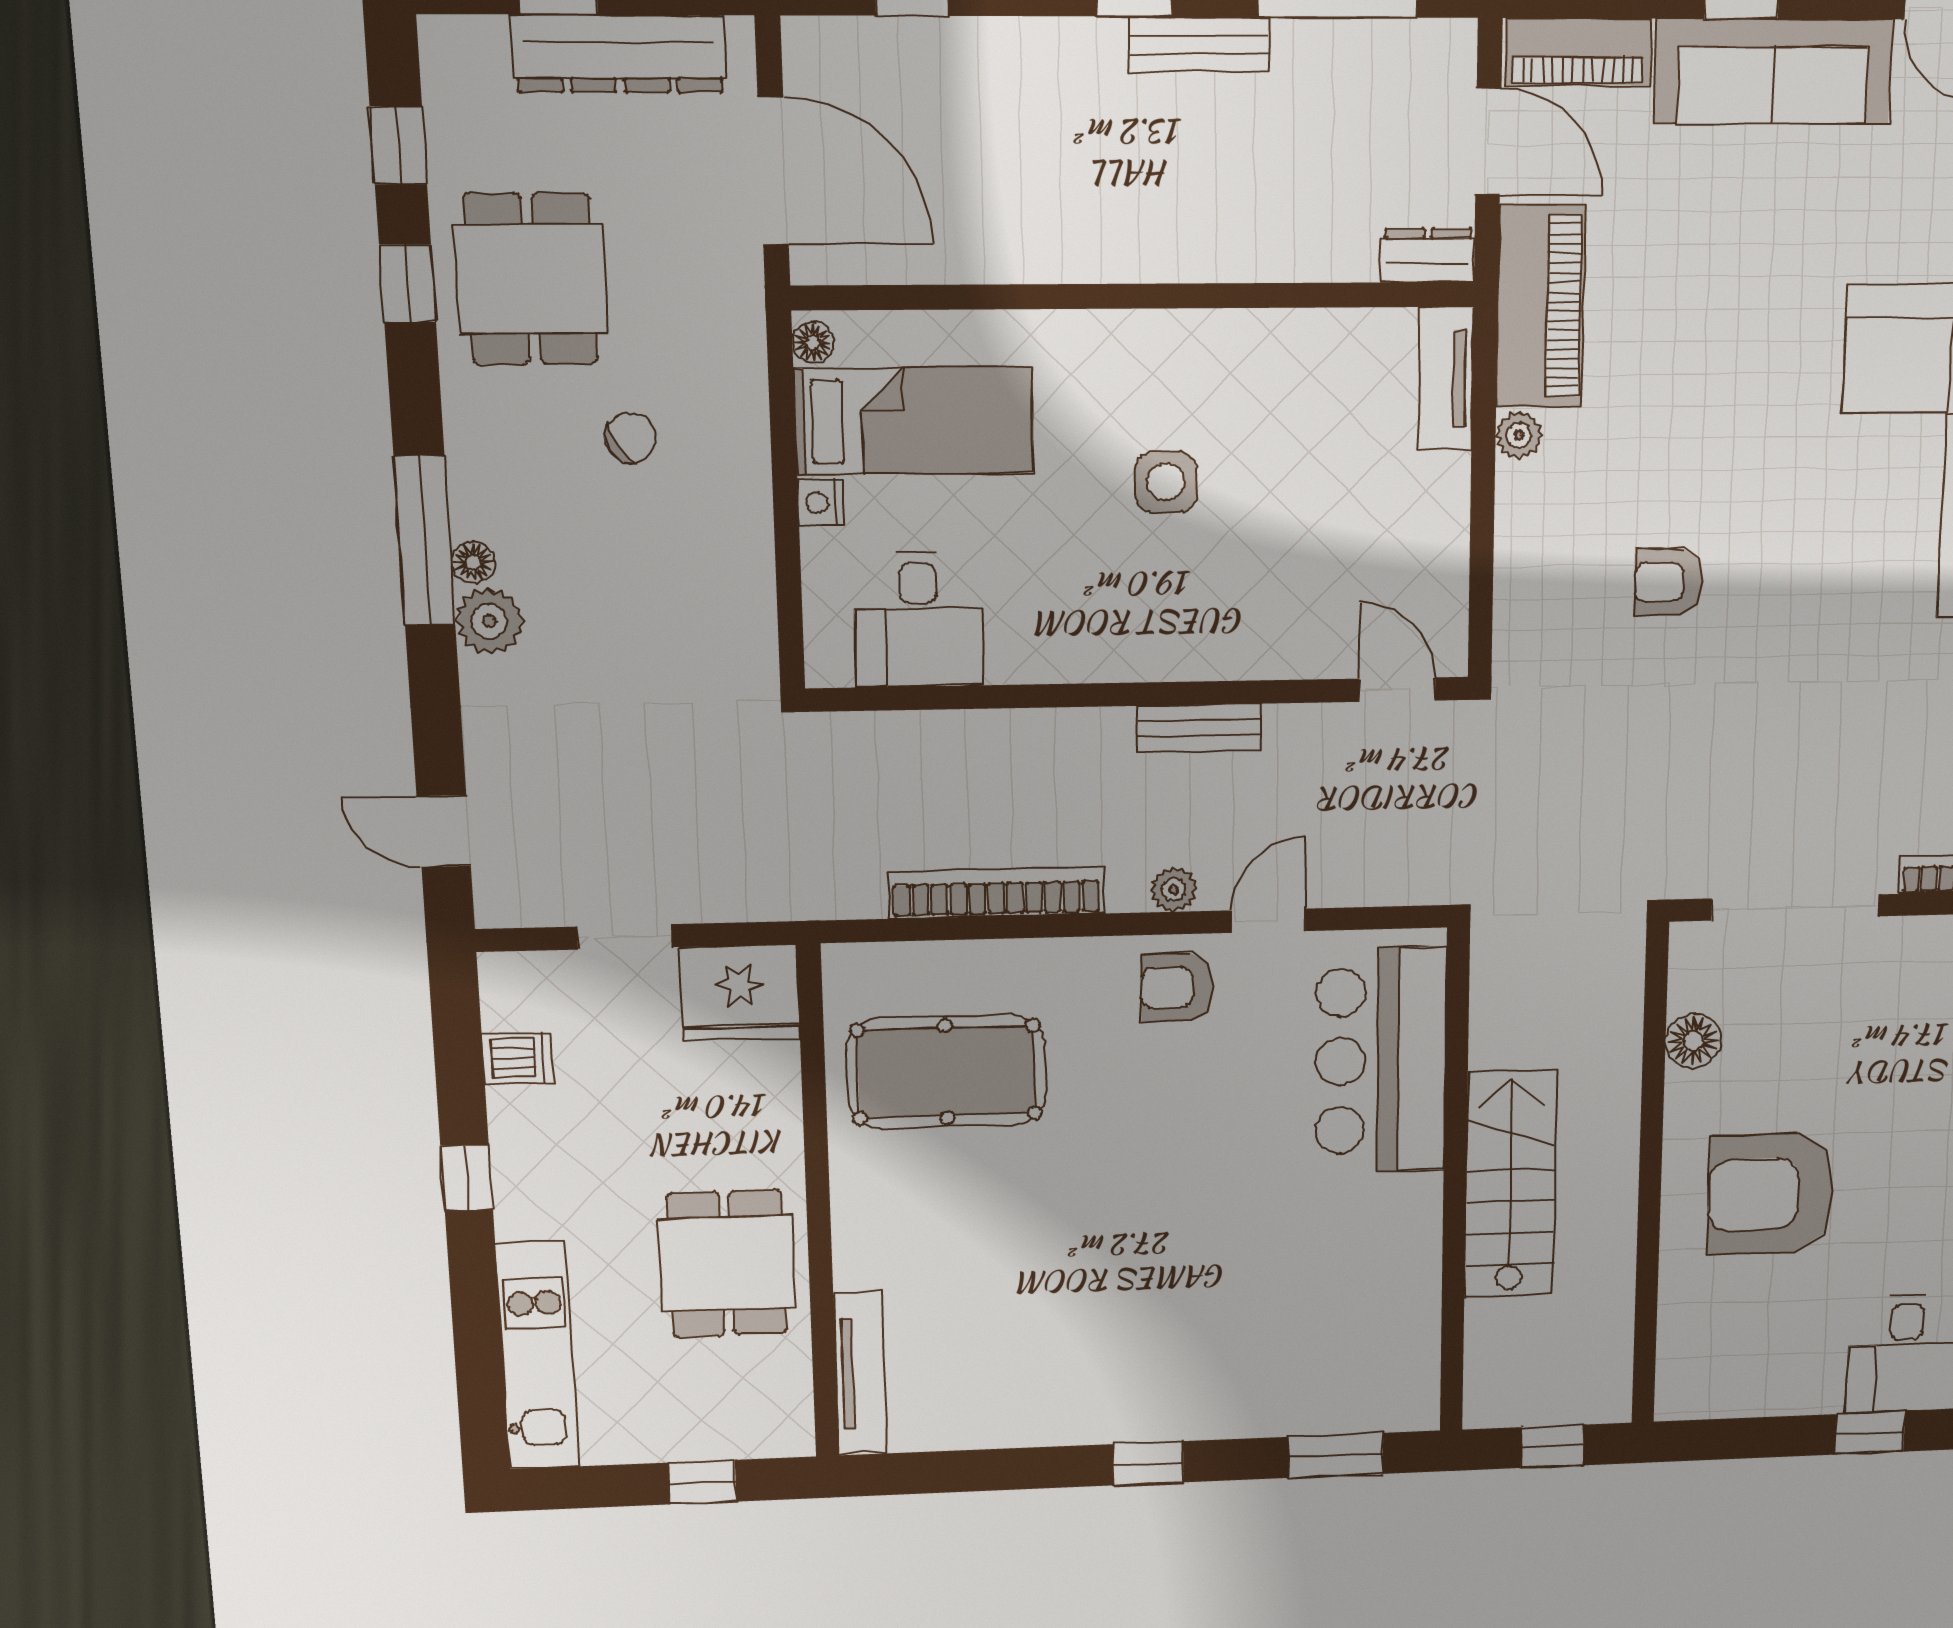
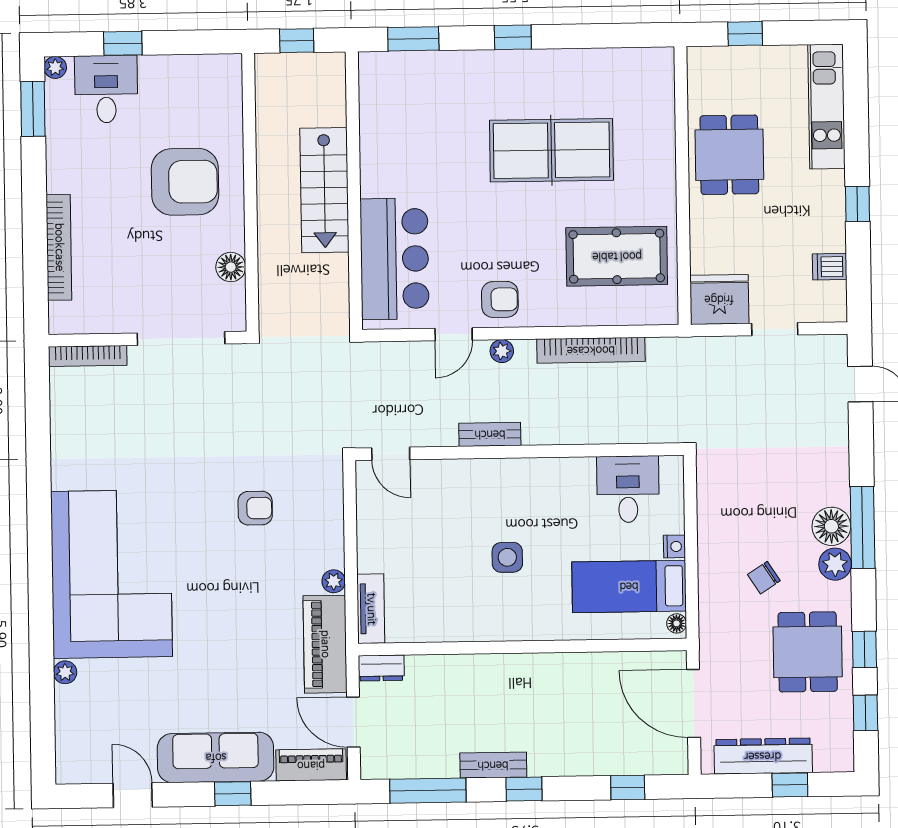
floor lamp: (473, 562) -> (831, 526), width x1.89, depth x1.89
plant: (489, 621) -> (835, 564), moved
table tennis table: (1075, 1264) -> (551, 150), added
tv unit: (860, 1373) -> (663, 93), removed

